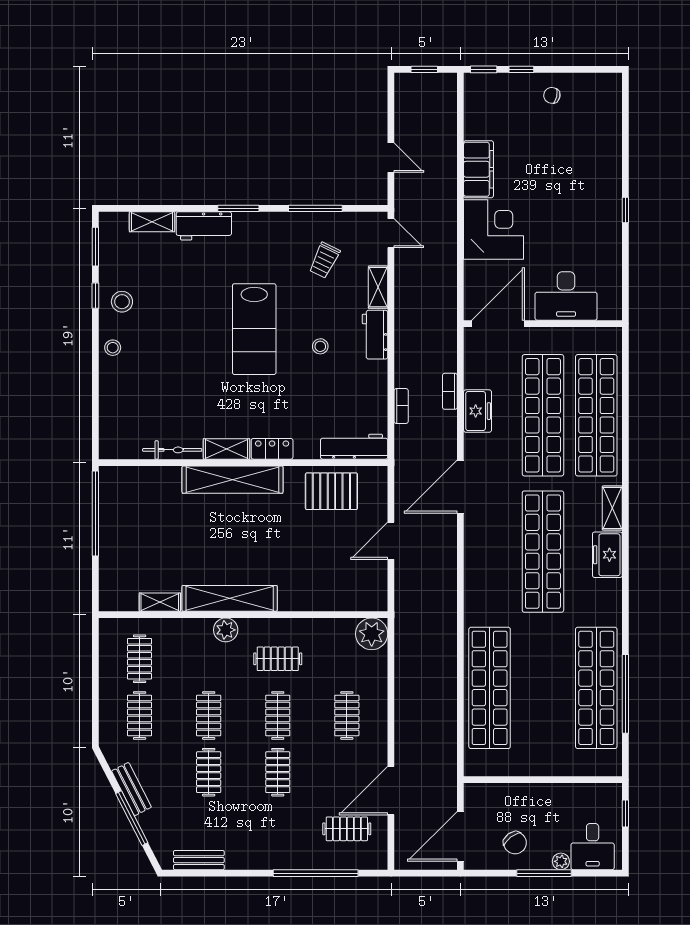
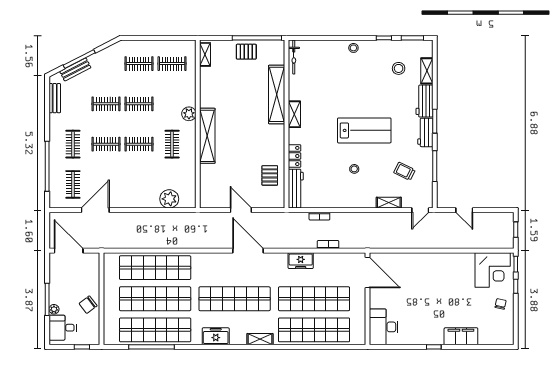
door: (391, 158) -> (464, 210), hinge flipped
filing cabinet: (478, 169) -> (461, 336), moved, turned 180
corner desk: (494, 230) -> (493, 270), moved
desk: (566, 296) -> (384, 327), moved
stool: (122, 302) -> (399, 68), moved
lab bench: (254, 329) -> (364, 130), turned 180
workbench: (375, 335) -> (425, 132), moved, turned -90
freezer: (478, 411) -> (301, 261), moved
locker: (272, 449) -> (295, 156), moved
bicycle: (172, 450) -> (294, 57), moved
shelving: (233, 480) -> (277, 94), moved
door: (460, 487) -> (248, 251), moved
pallet: (331, 491) -> (270, 175), width x0.67, depth x0.71
pallet: (119, 531) -> (246, 52), added
freezer: (607, 555) -> (216, 336), moved
shelving: (230, 598) -> (207, 136), moved
shelving: (160, 602) -> (205, 54), moved
plant: (372, 634) -> (169, 199), moved
shop shelf: (543, 688) -> (155, 299), added
clothes rail: (347, 715) -> (73, 144), moved, turned 90
bench: (131, 789) -> (75, 70), moved
door: (391, 791) -> (95, 210), hinge flipped
chair: (515, 843) -> (88, 305), moved

